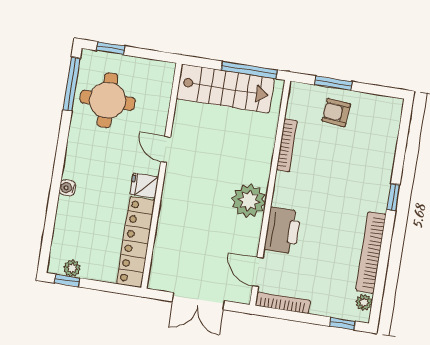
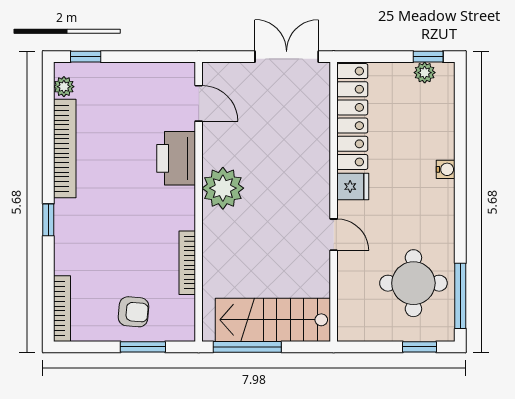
double door: (198, 301) -> (287, 57), moved
bookcase: (283, 303) -> (62, 309), moved, turned -90

